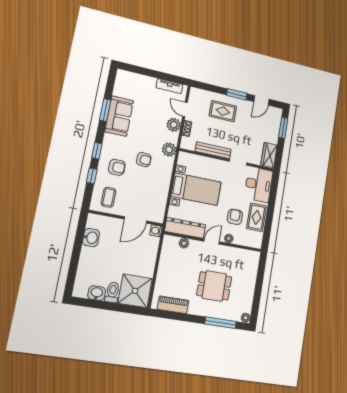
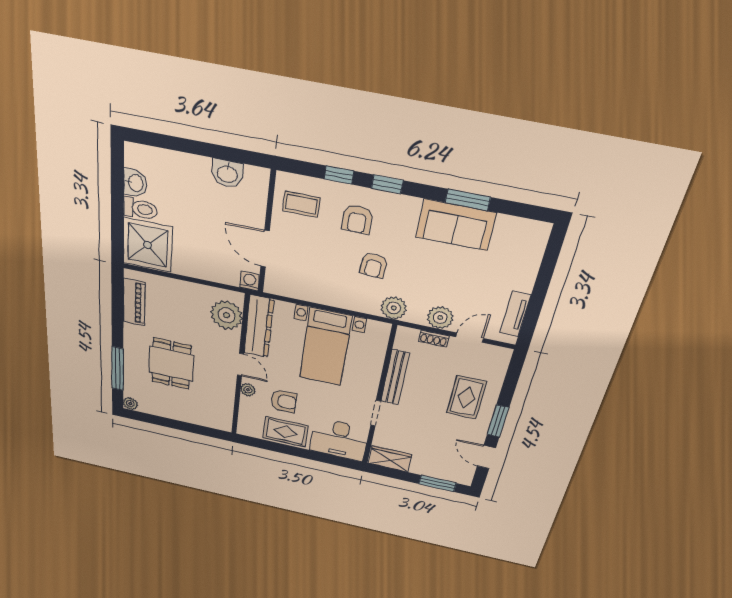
plant: (184, 243) -> (227, 315), width x1.88, depth x1.88

